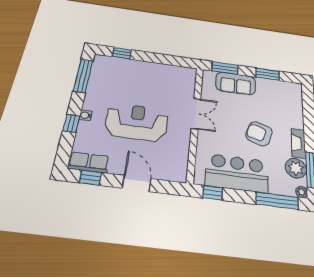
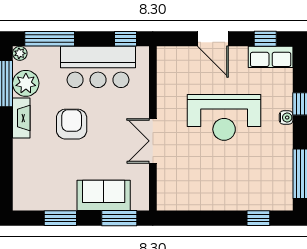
armchair: (259, 134) -> (72, 124), turned -108

